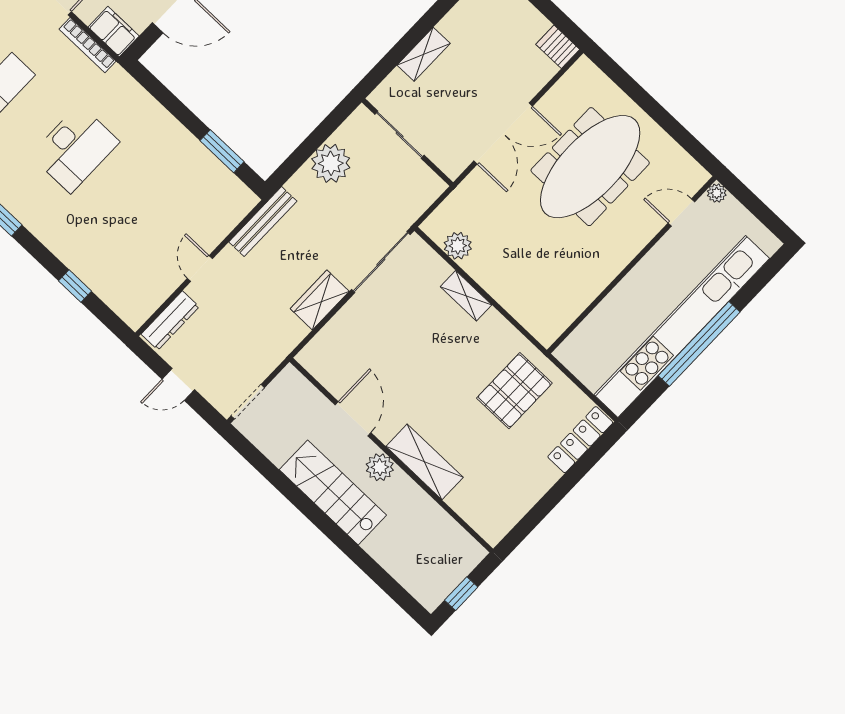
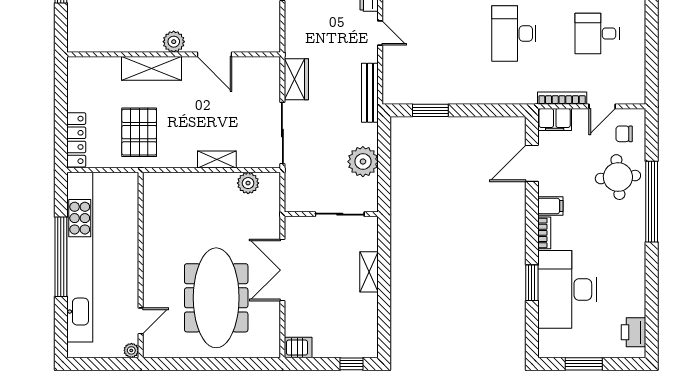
door: (353, 419) -> (215, 54), moved
wall: (391, 455) -> (174, 54), moved
shelving: (425, 462) -> (152, 68), moved
plant: (380, 467) -> (174, 42), moved

